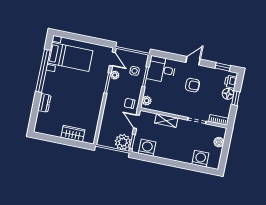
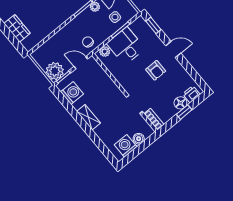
window: (223, 67) -> (153, 25), moved
desk: (161, 69) -> (126, 46), moved
shelving: (166, 121) -> (88, 117), moved
door: (136, 122) -> (81, 63), hinge flipped
washing machine: (200, 159) -> (126, 146), moved, turned -90

